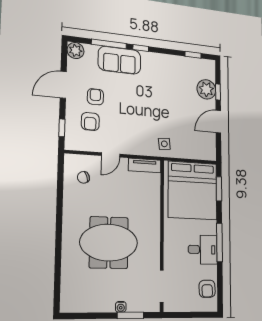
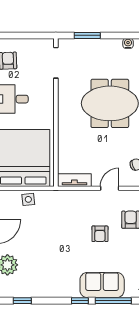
armchair: (95, 97) -> (100, 234), moved
side table: (164, 144) -> (28, 199), moved
water cooler: (121, 307) -> (128, 43), moved

